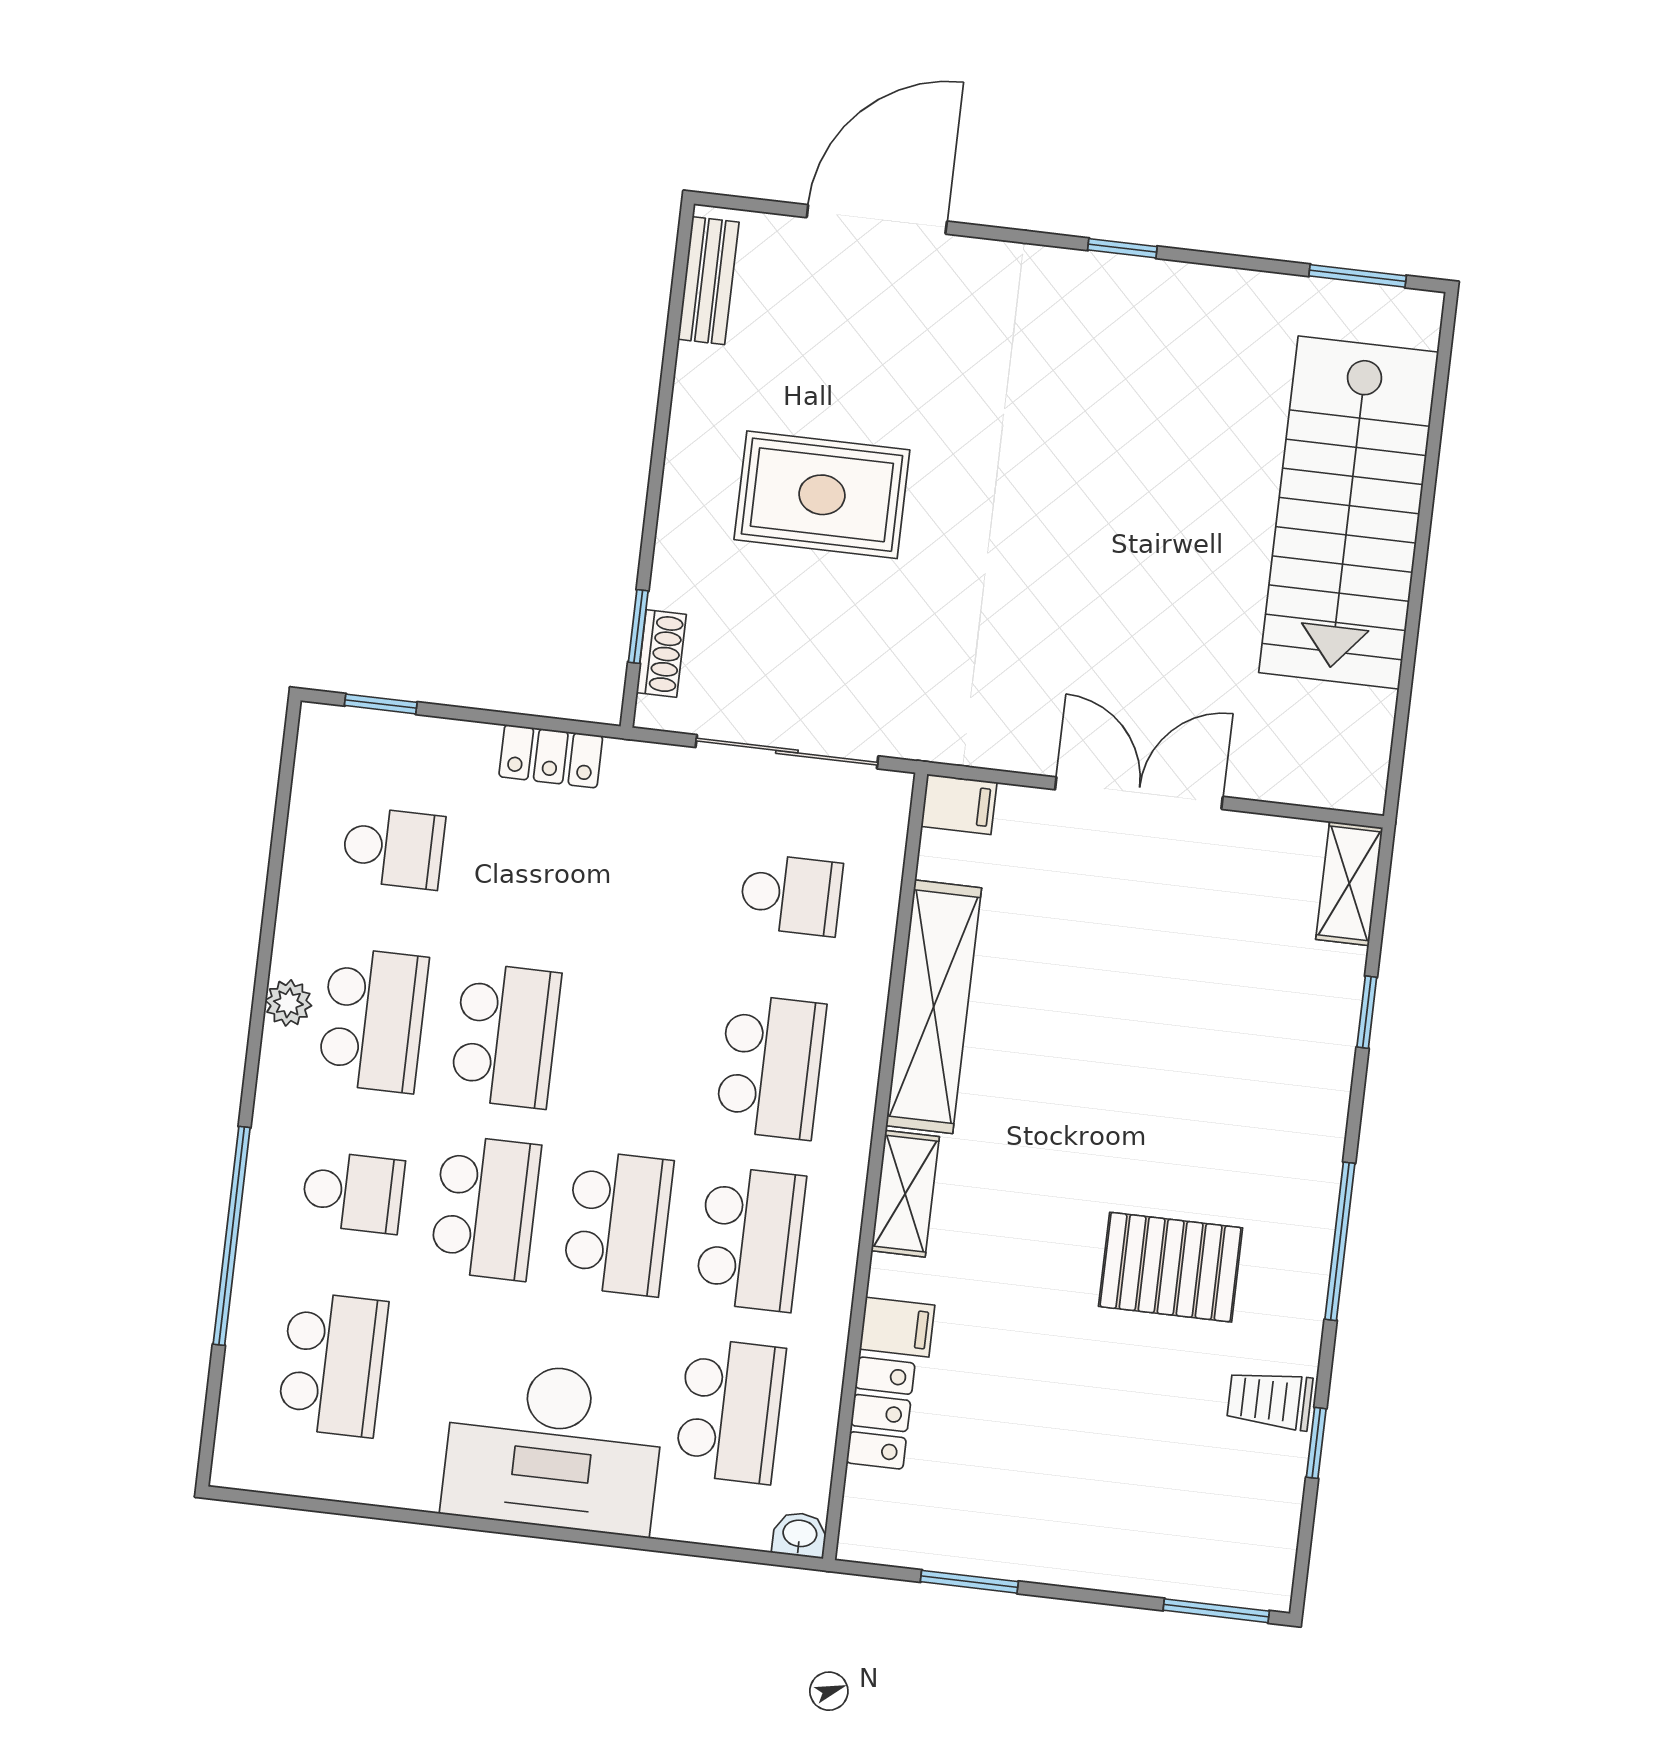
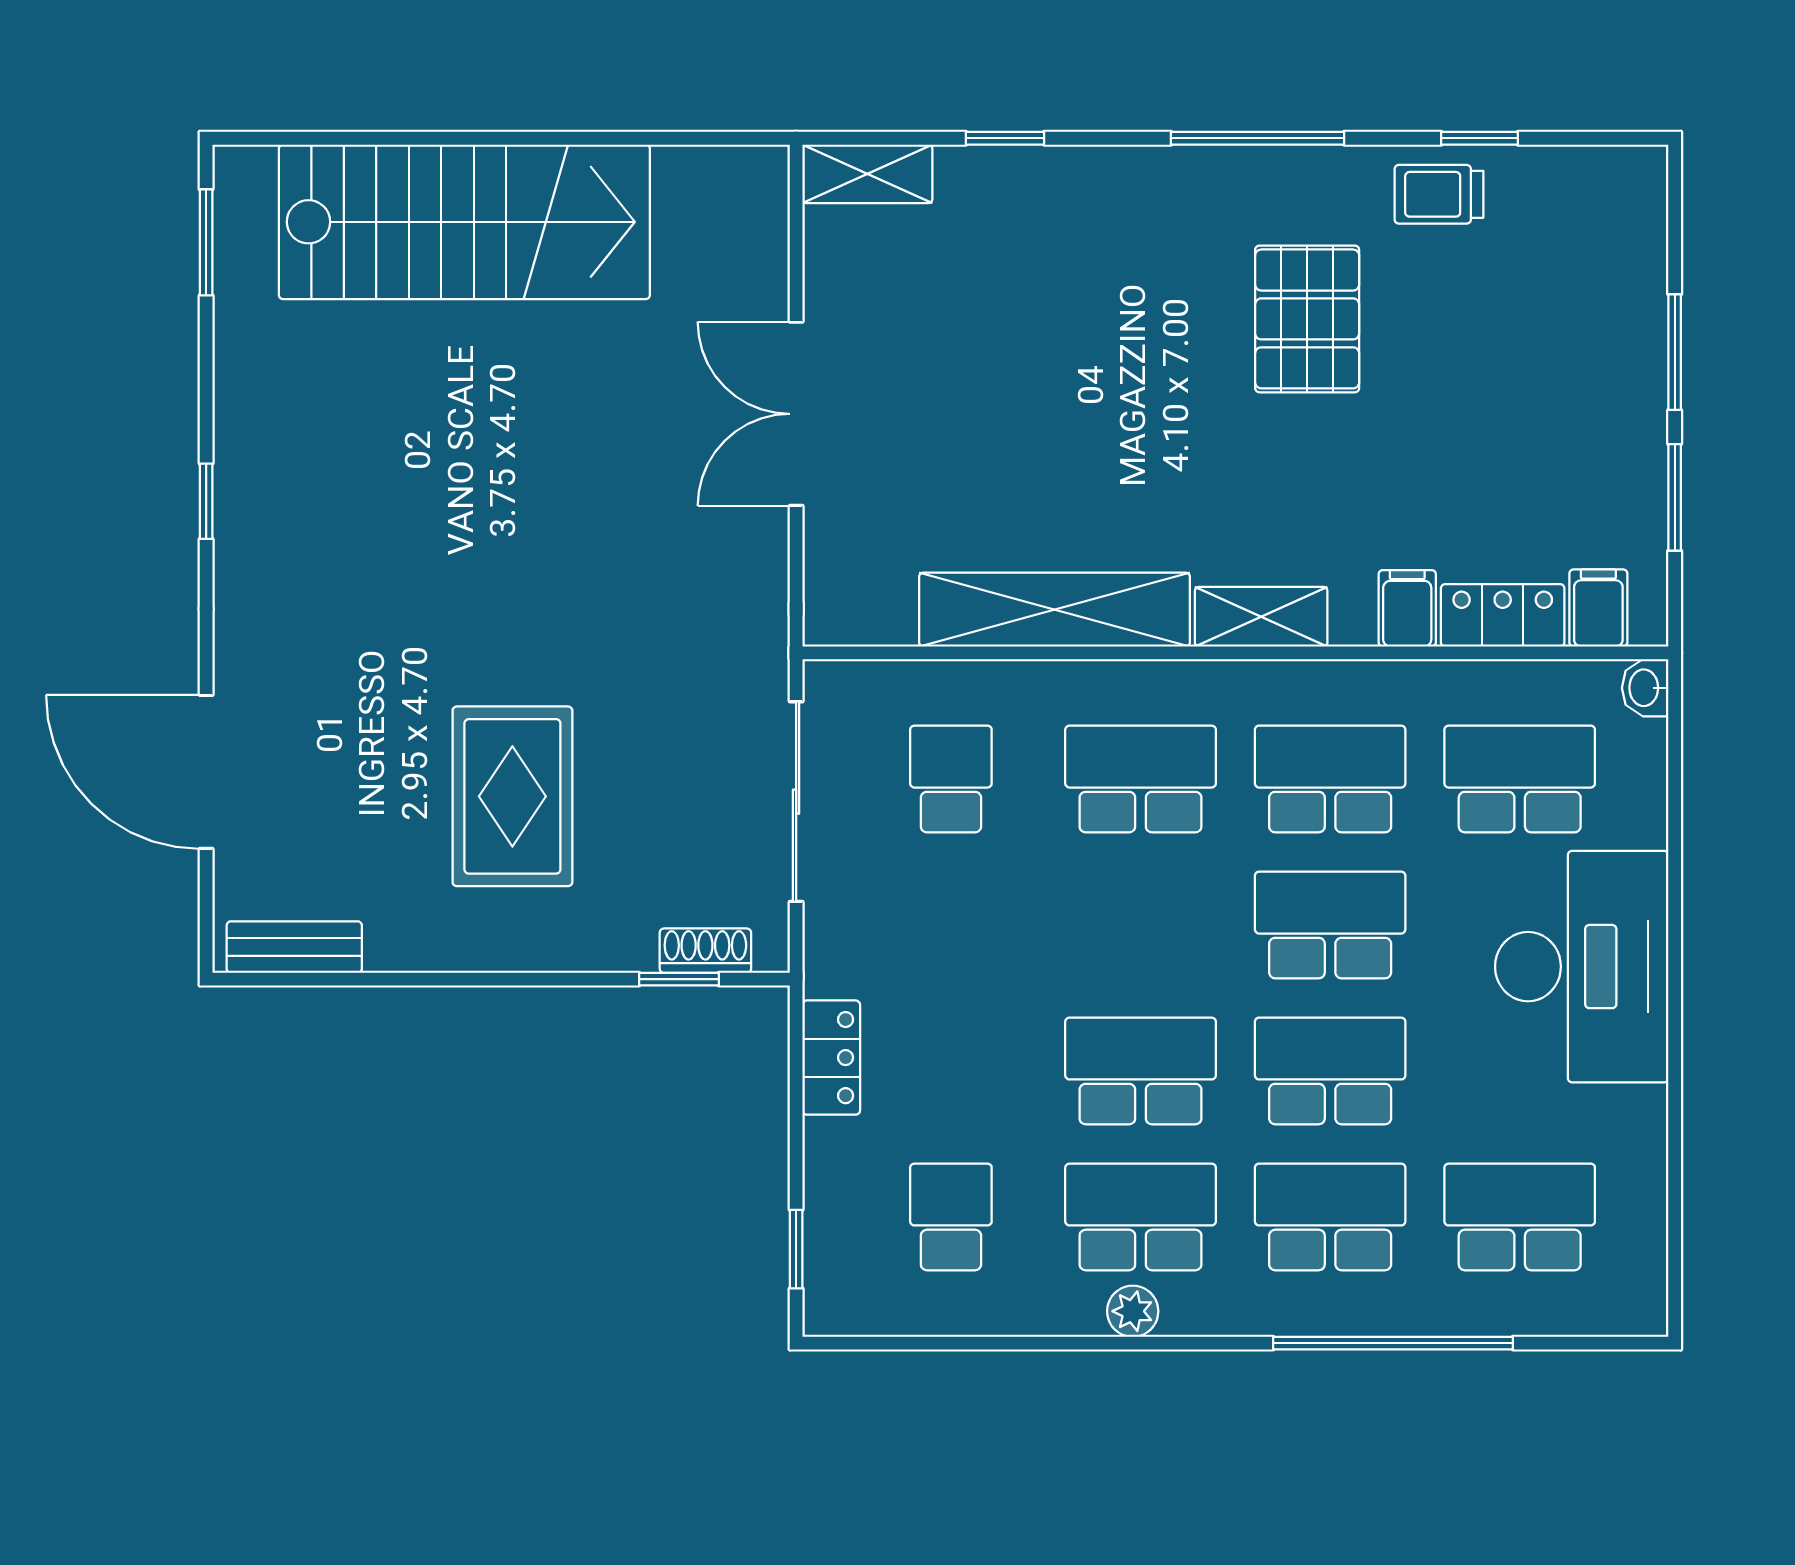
filing cabinet: (959, 804) -> (1598, 608), moved
school desk: (353, 1192) -> (1330, 1217), width x1.85
trolley: (1270, 1400) -> (1439, 194), turned 90
window: (1216, 1611) -> (1675, 352), moved

